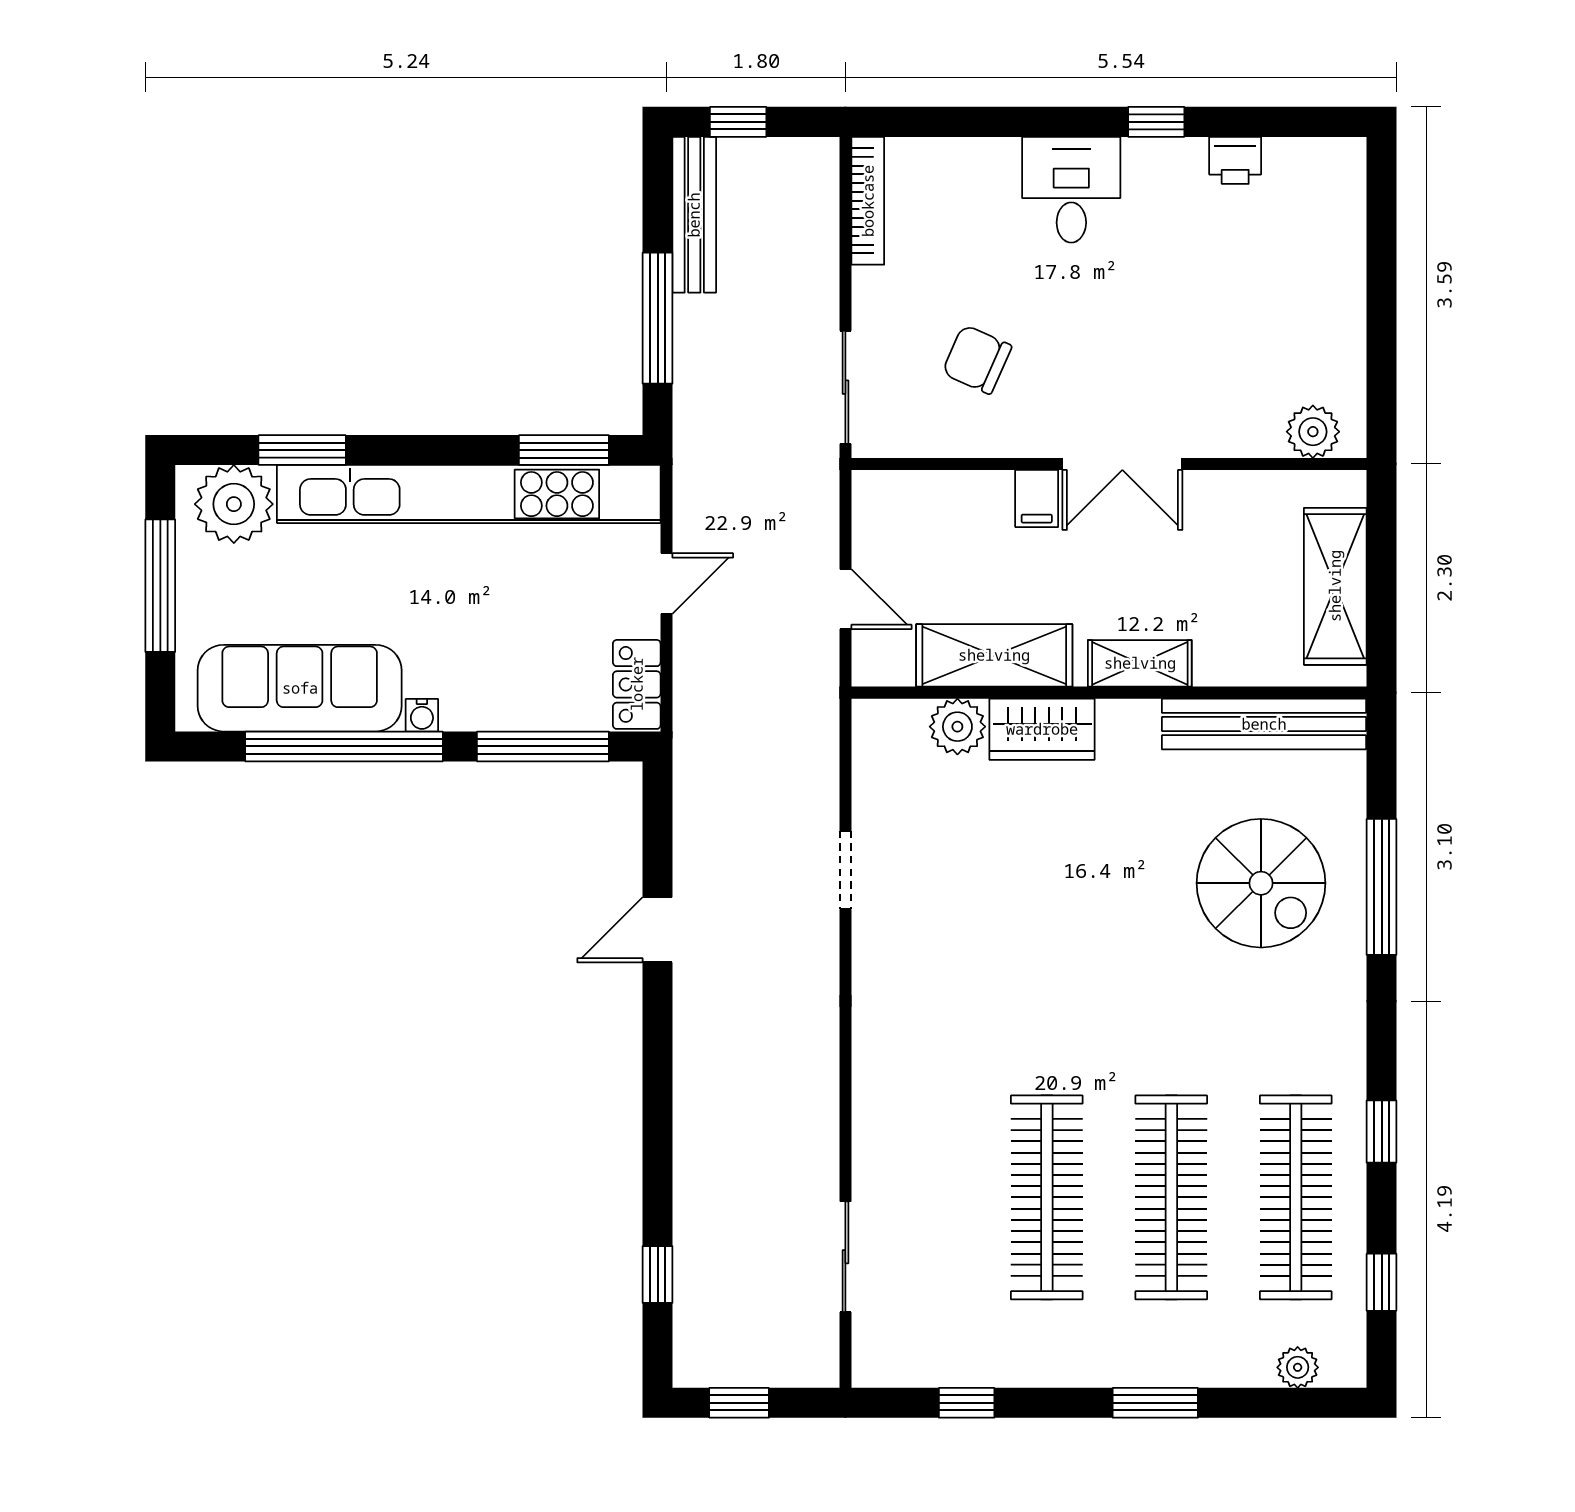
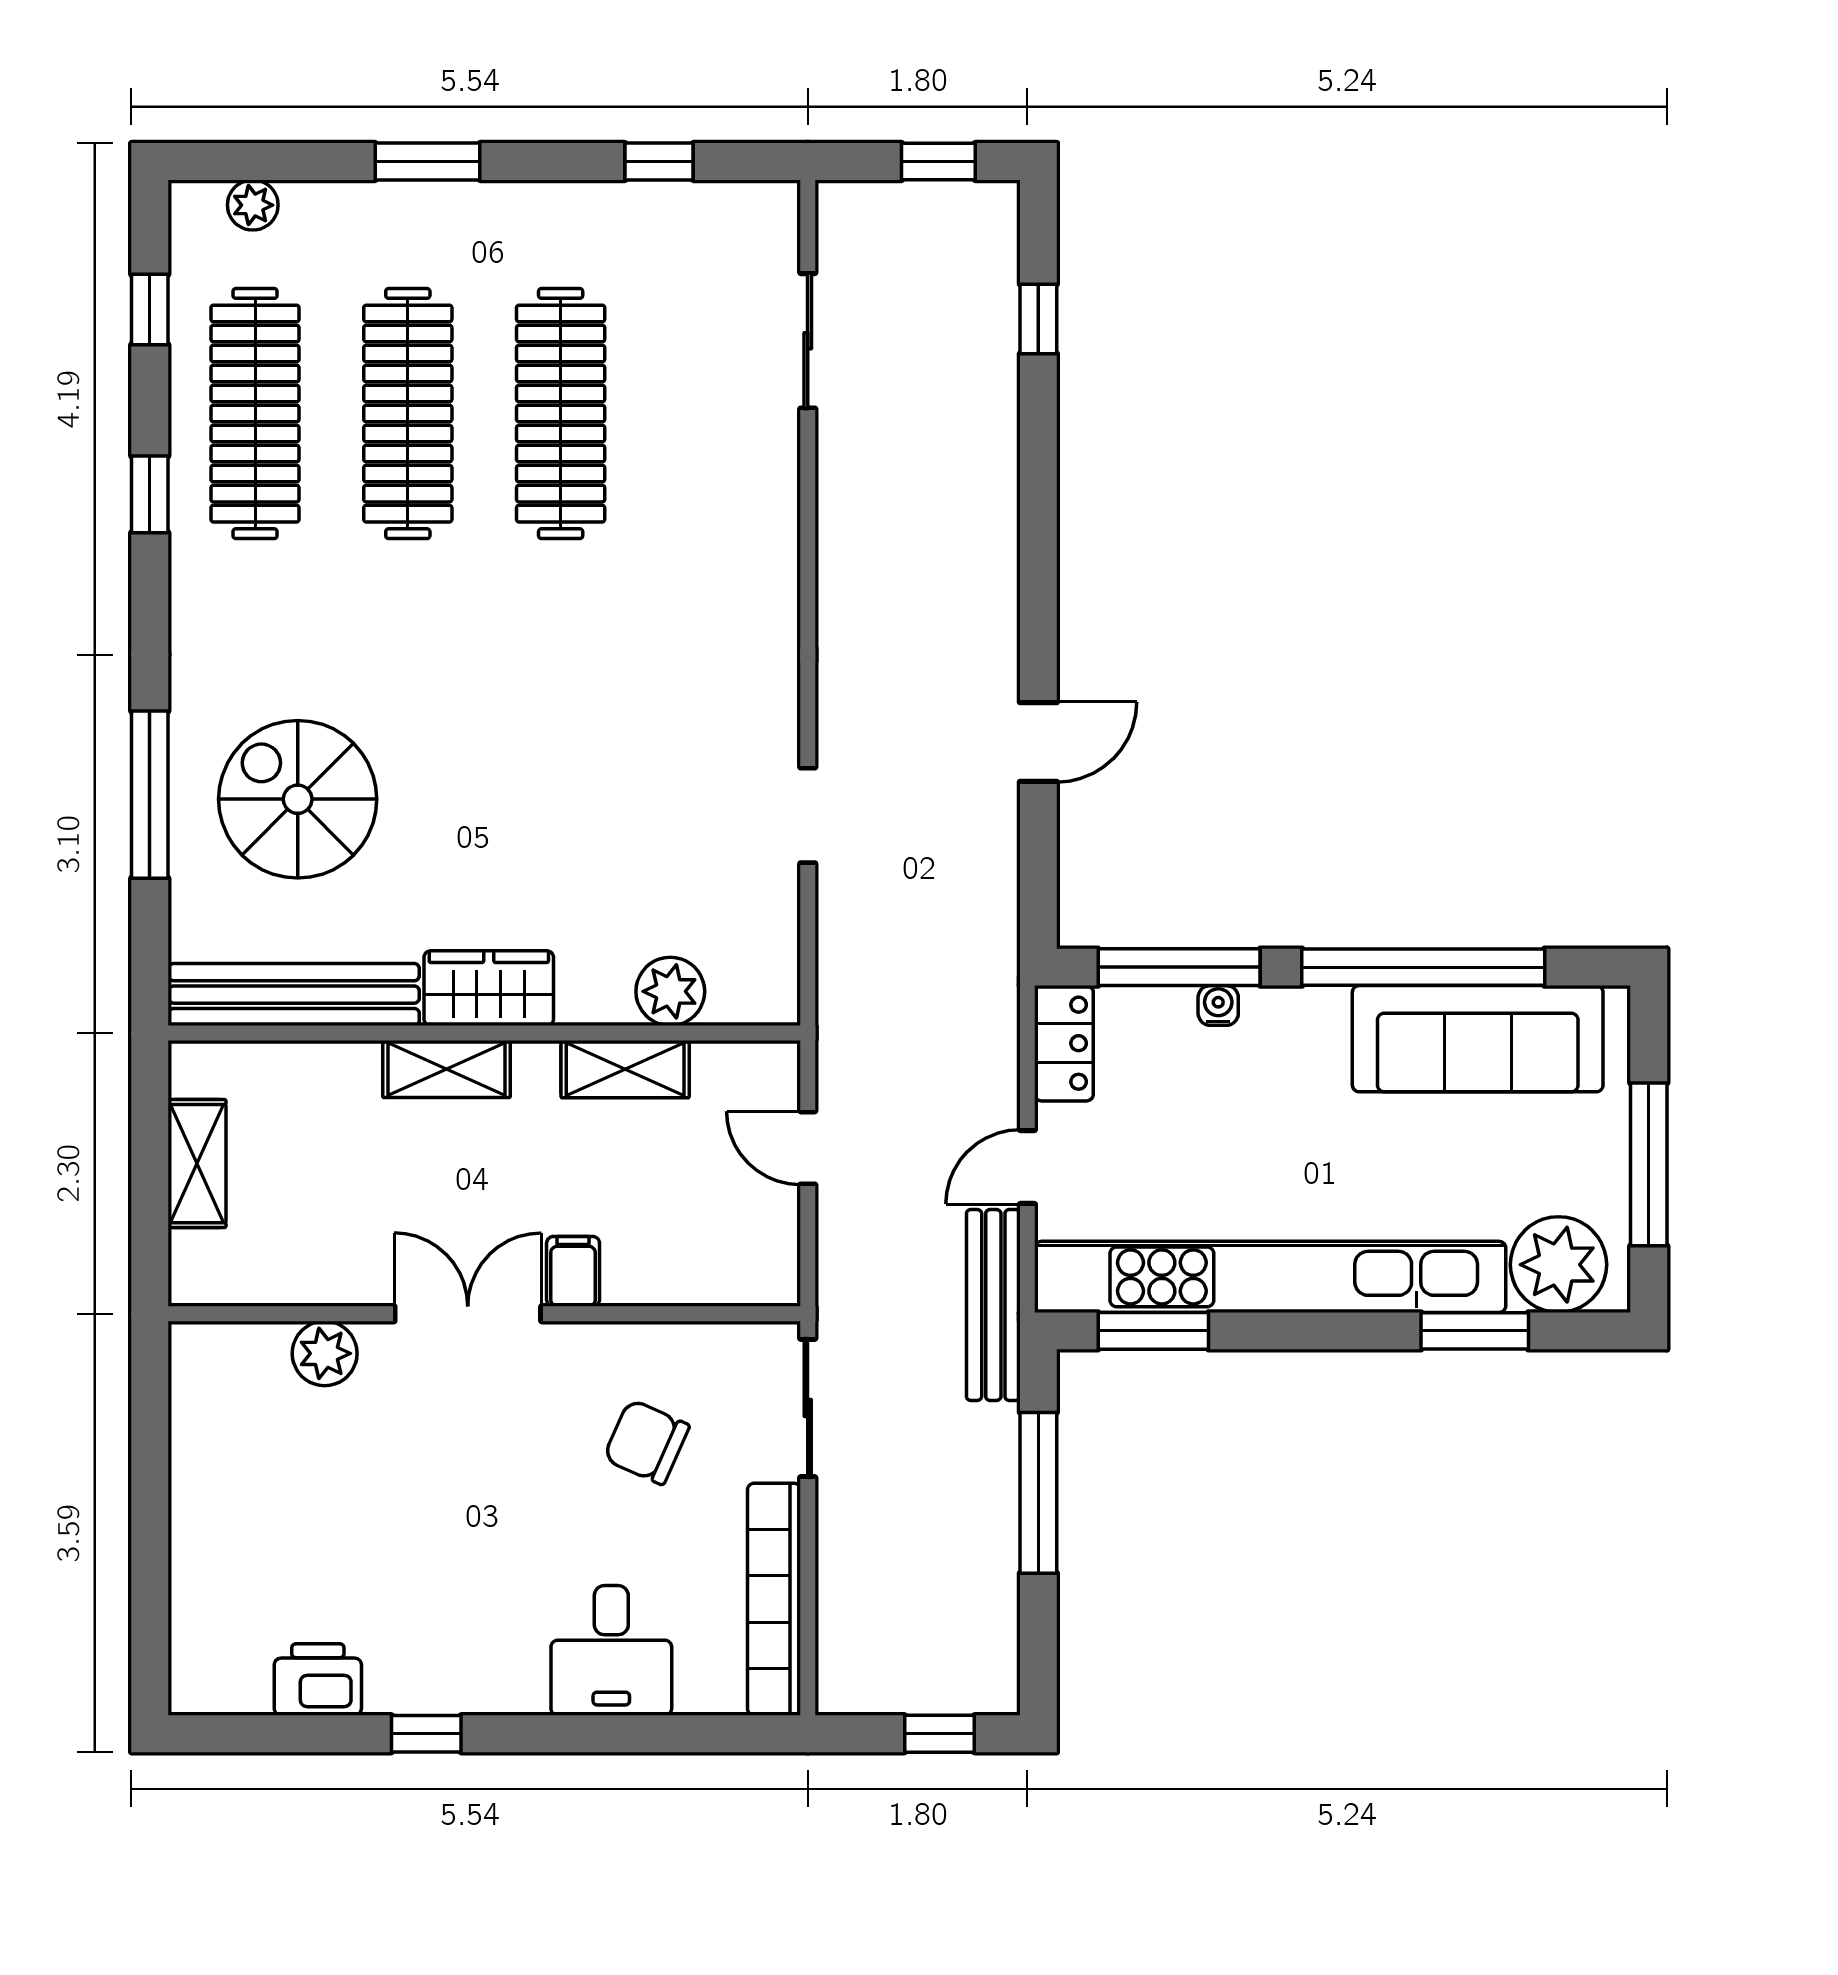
printer: (1235, 160) -> (318, 1679), width x1.36, depth x1.24
desk: (1071, 190) -> (611, 1650), moved
bookcase: (868, 201) -> (774, 1599), width x1.48, depth x1.31
bench: (694, 215) -> (993, 1305), moved
chair: (977, 359) -> (646, 1442), turned 180
plant: (1313, 432) -> (325, 1353), moved
shelving: (1335, 586) -> (197, 1164), width x0.67, depth x0.75
shelving: (994, 655) -> (625, 1069), width x0.67, depth x0.75
water cooler: (422, 715) -> (1218, 1005), moved
wardrobe: (1042, 729) -> (489, 988), moved

